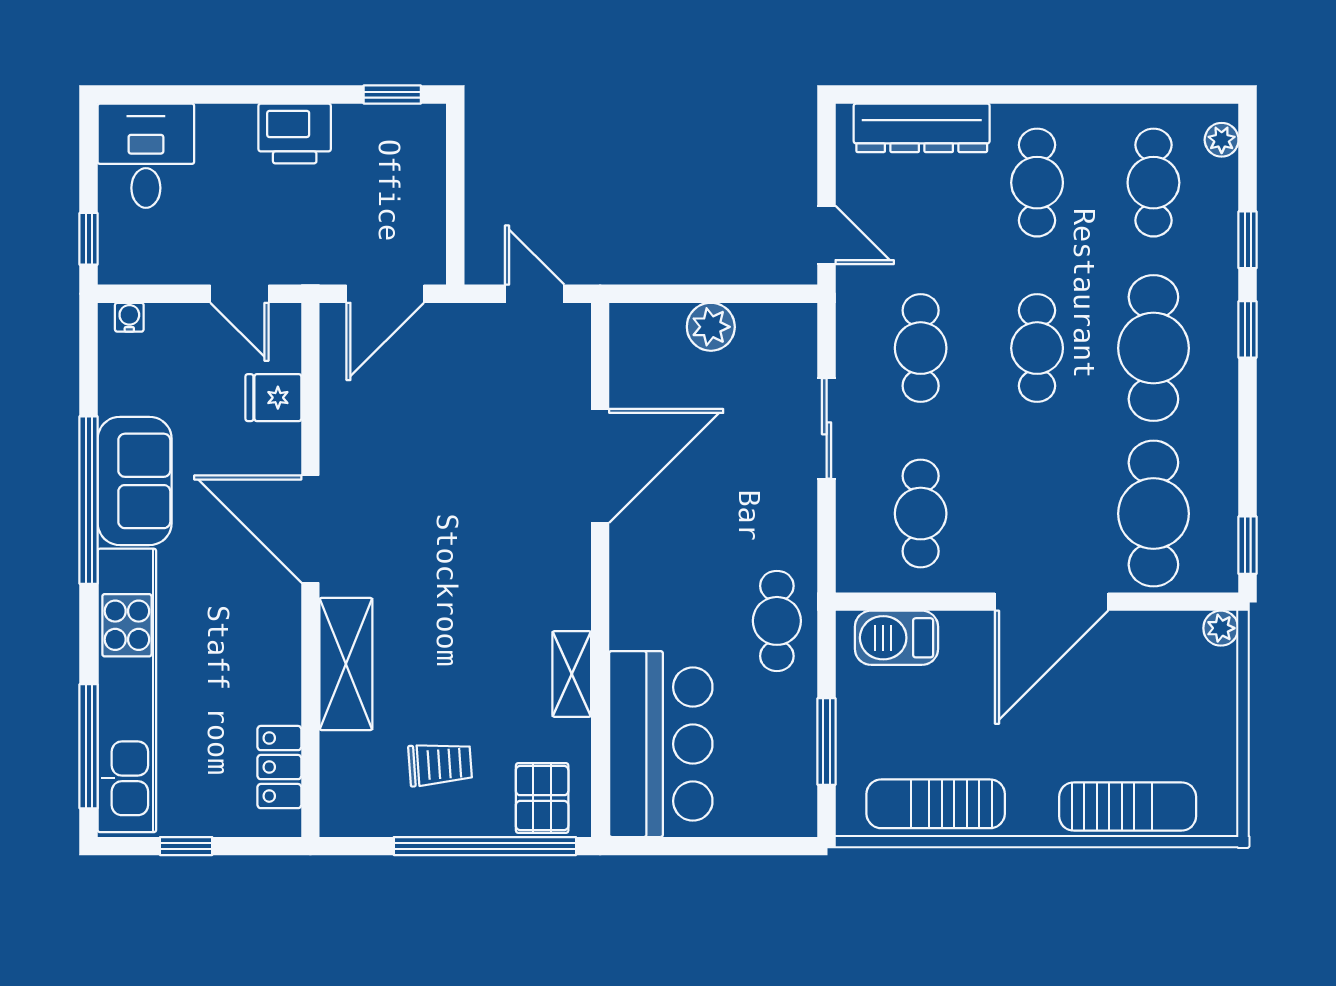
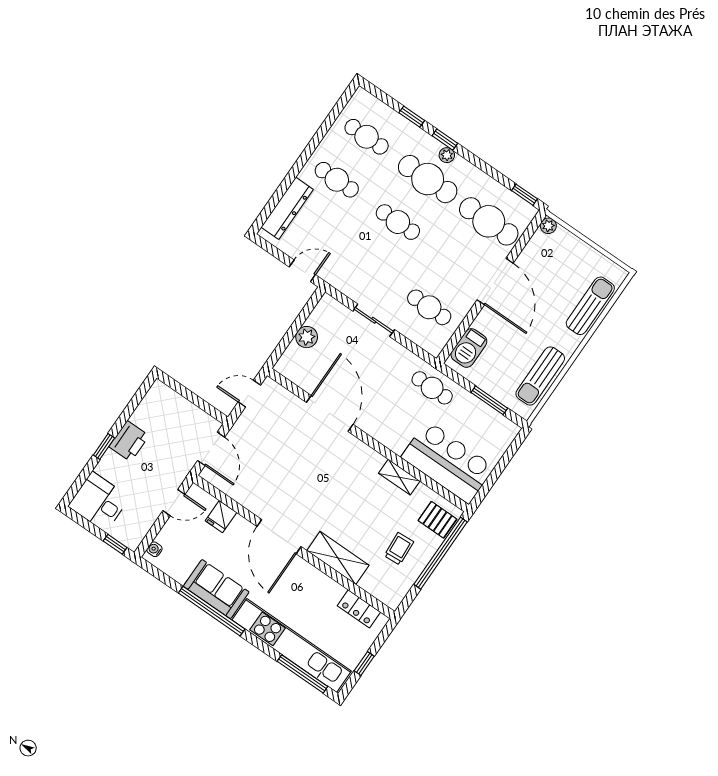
window: (392, 95) -> (104, 446), moved
plant: (1222, 140) -> (447, 155), moved
cafe table: (921, 348) -> (368, 265), removed
door: (310, 529) -> (279, 537), hinge flipped

